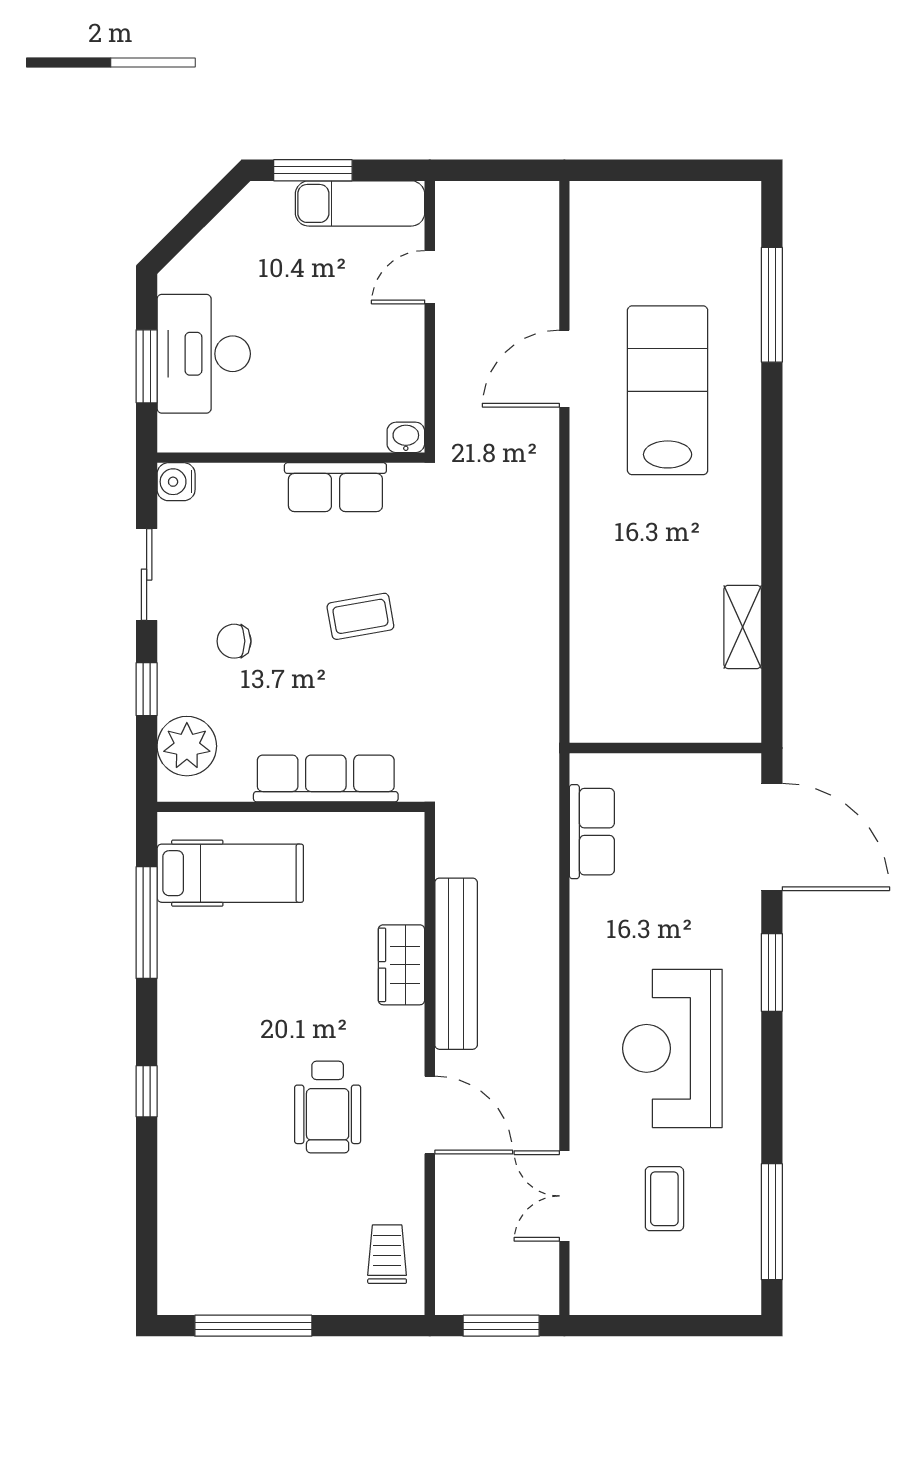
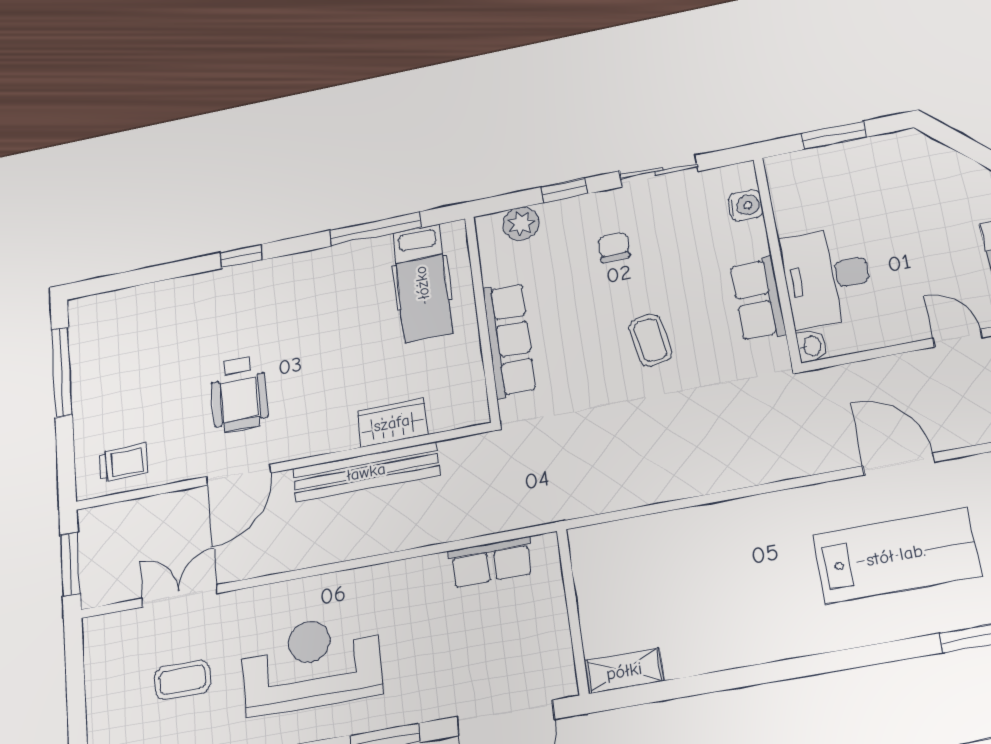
desk: (204, 354) -> (827, 277), moved, turned -90
water cooler: (176, 482) -> (746, 206), moved, turned 90
shelving: (743, 627) -> (624, 671), moved
plant: (187, 746) -> (521, 224), width x0.73, depth x0.73
wardrobe: (401, 965) -> (392, 423), moved
wheelchair: (328, 1107) -> (239, 394), turned -90

